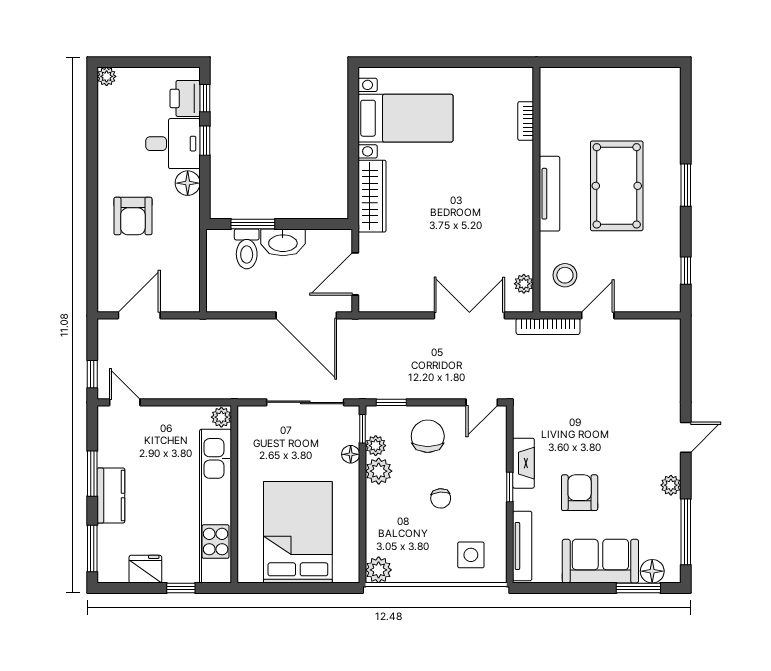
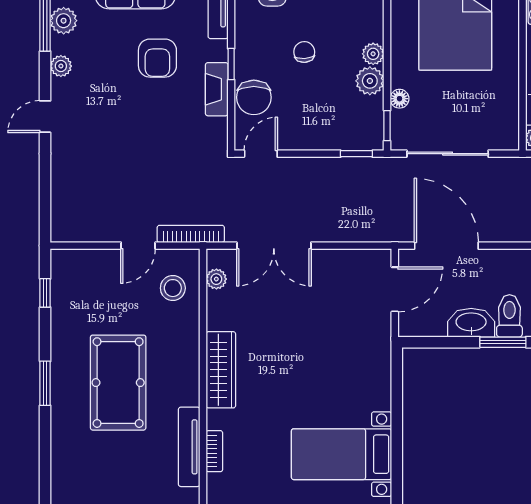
tv unit: (549, 194) -> (189, 447), moved
wardrobe: (372, 196) -> (221, 370), moved, turned 180
chair: (428, 436) -> (254, 97), moved
plant: (376, 446) -> (373, 54), moved
plant: (668, 528) -> (64, 21), added

